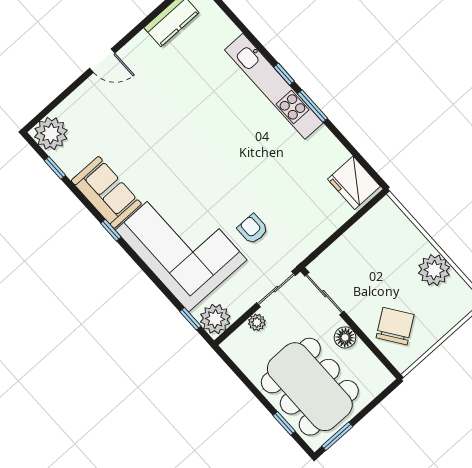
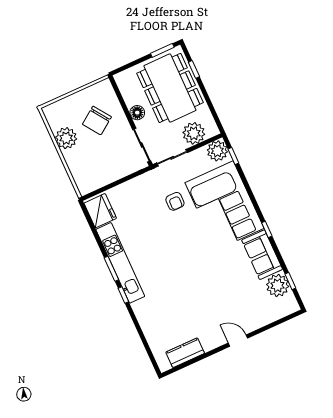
kitchen unit: (274, 86) -> (120, 263), moved
plant: (51, 134) -> (278, 285), moved
plant: (257, 322) -> (194, 133), width x1.88, depth x1.88
chair: (395, 326) -> (97, 120), moved

